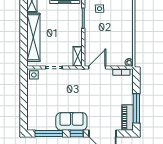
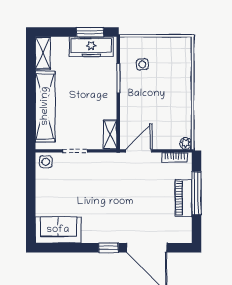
window: (136, 108) -> (196, 193), moved
piano: (128, 117) -> (183, 198), moved
sofa: (71, 121) -> (58, 230), moved
window: (49, 134) -> (68, 248), removed

